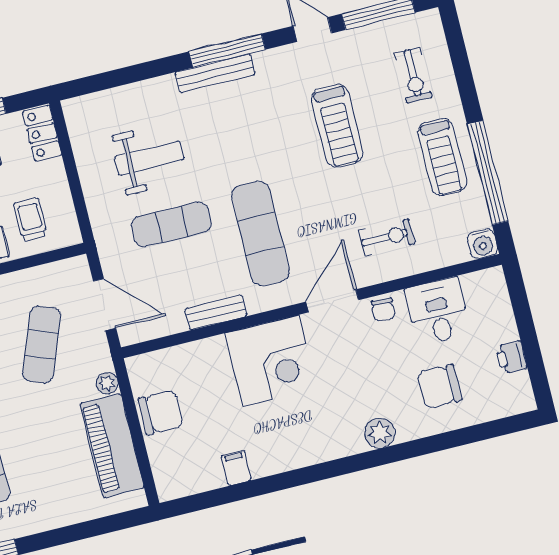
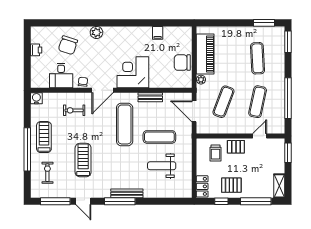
window: (488, 173) -> (27, 149), moved
chair: (439, 386) -> (68, 45), turned 108

